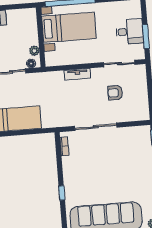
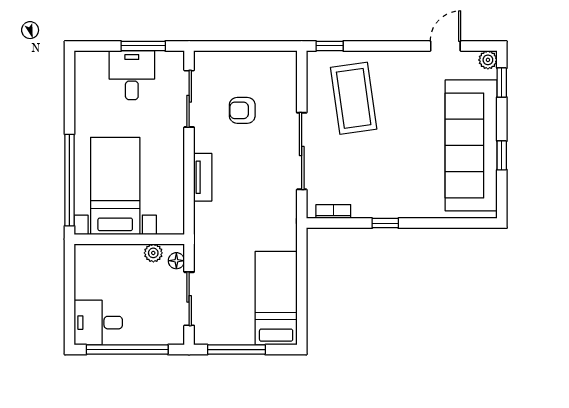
armchair: (115, 93) -> (242, 110), turned 90
coffee table: (127, 153) -> (354, 98), added
window: (62, 193) -> (385, 223), moved

